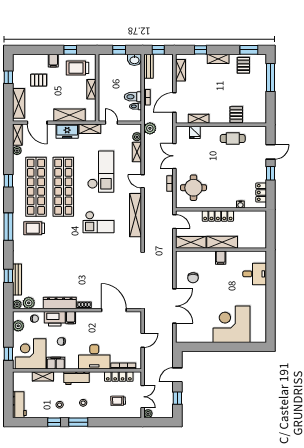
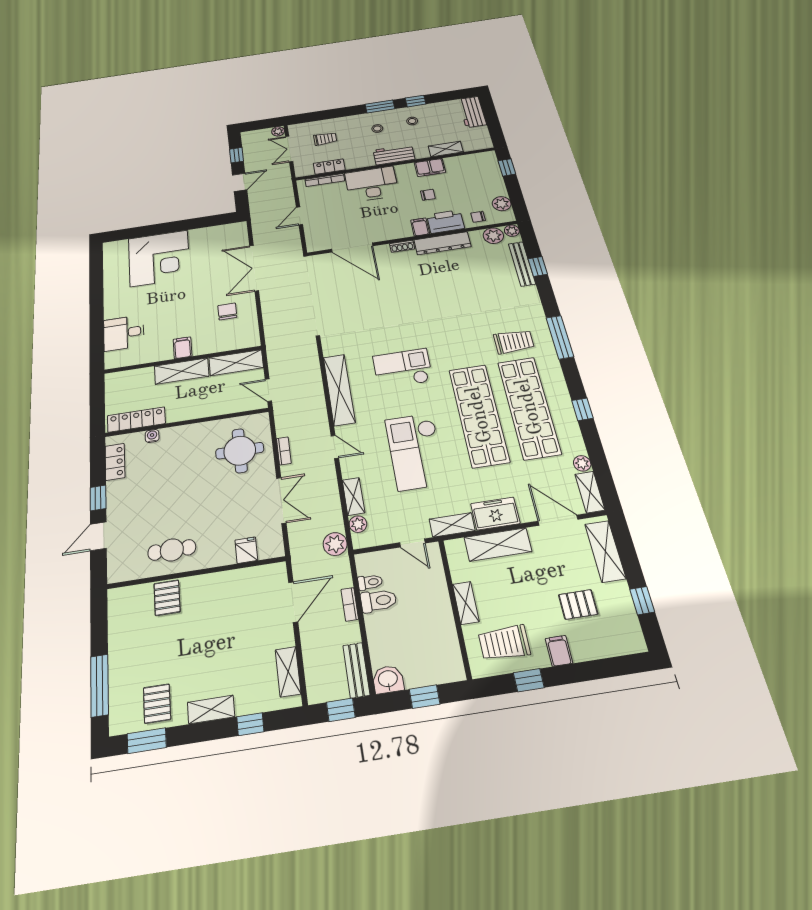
trolley: (77, 68) -> (504, 643), turned 180
shelving: (199, 119) -> (241, 577), removed
locker: (218, 216) -> (136, 420), moved
corner desk: (31, 354) -> (472, 173), removed
locker: (119, 377) -> (329, 167), width x0.66

